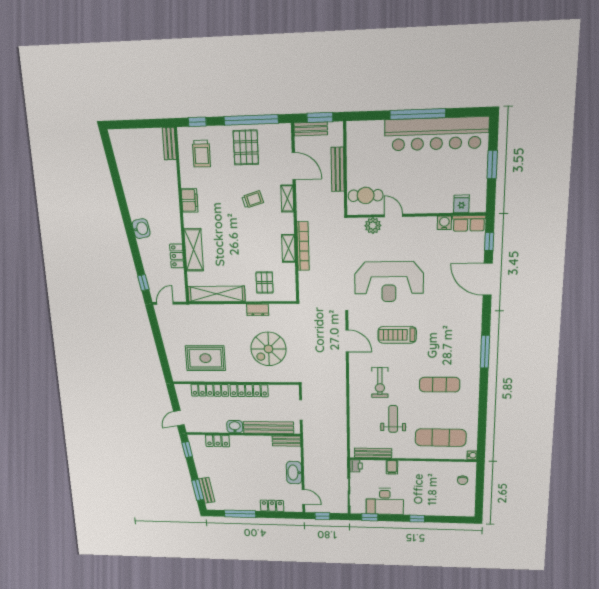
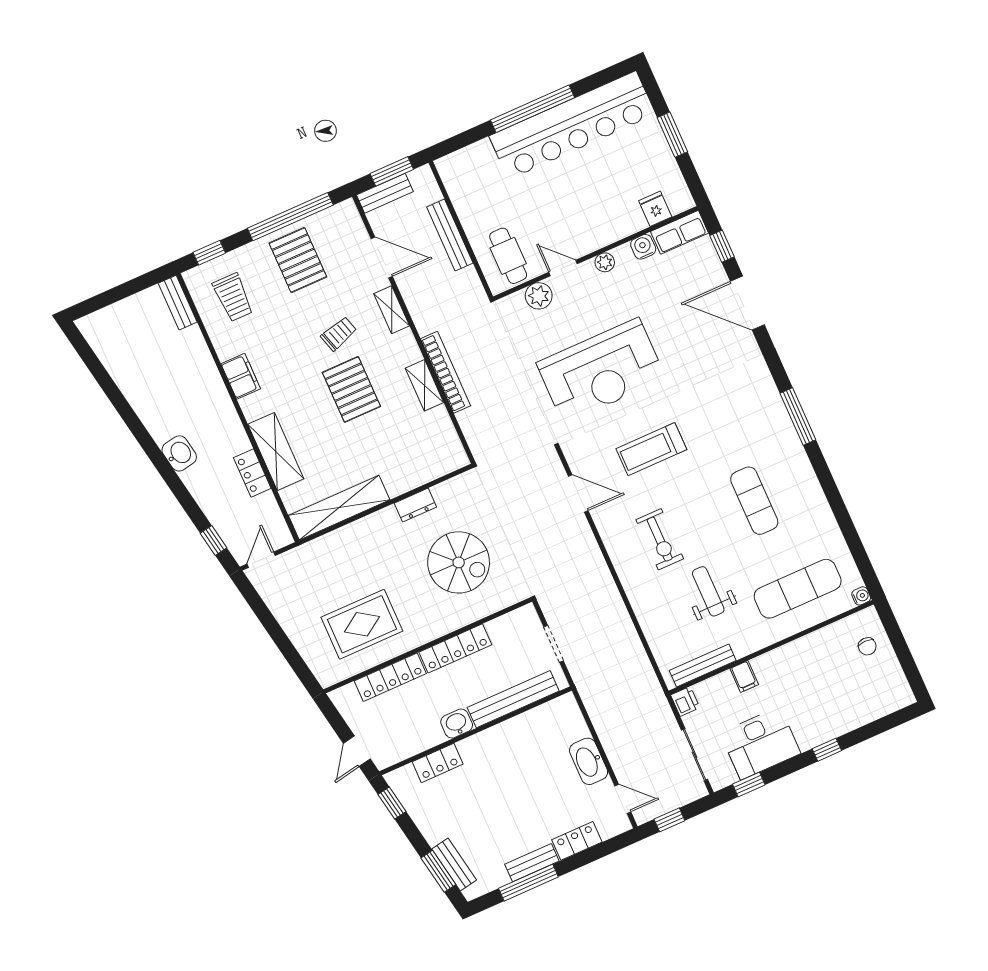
cafe table: (366, 195) -> (508, 256), turned 90
plant: (418, 222) -> (605, 262), added
pallet: (265, 282) -> (351, 389), moved, width x1.50, depth x1.42
spiral stairs: (268, 349) -> (459, 562), turned -90
exercise mat: (440, 385) -> (754, 501), turned 90
bench: (286, 441) -> (532, 863), moved

